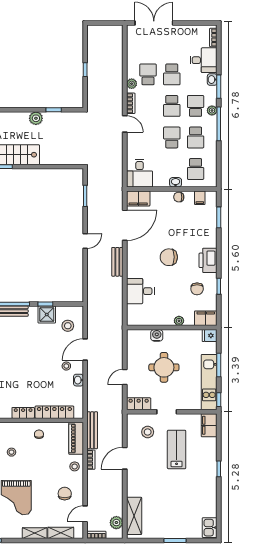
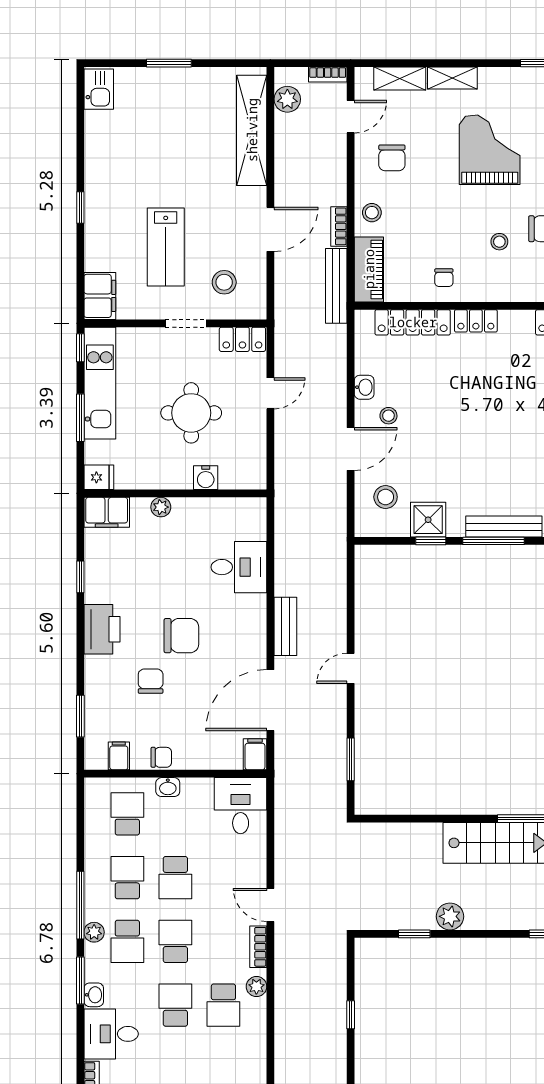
filing cabinet: (138, 198) -> (255, 754), width x0.50
chair: (197, 289) -> (151, 681), moved
shelving: (134, 516) -> (252, 130), width x1.47

